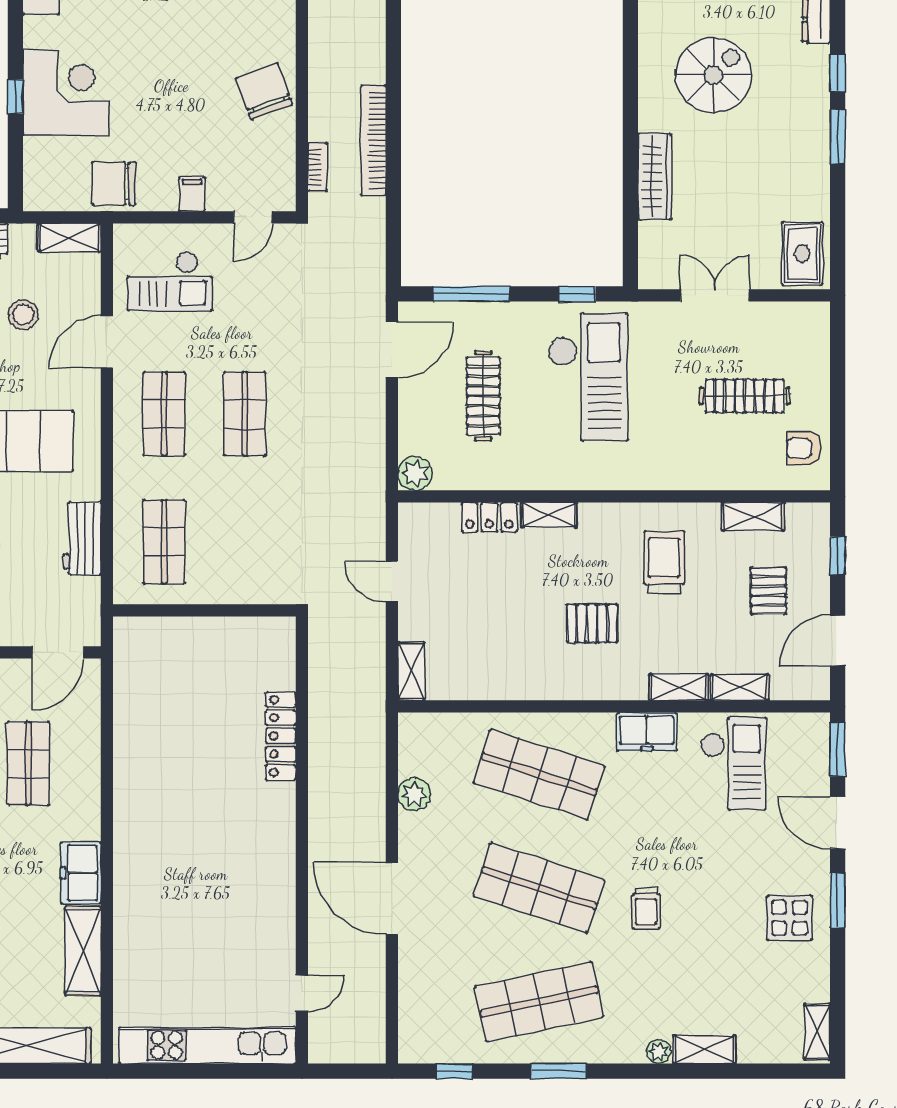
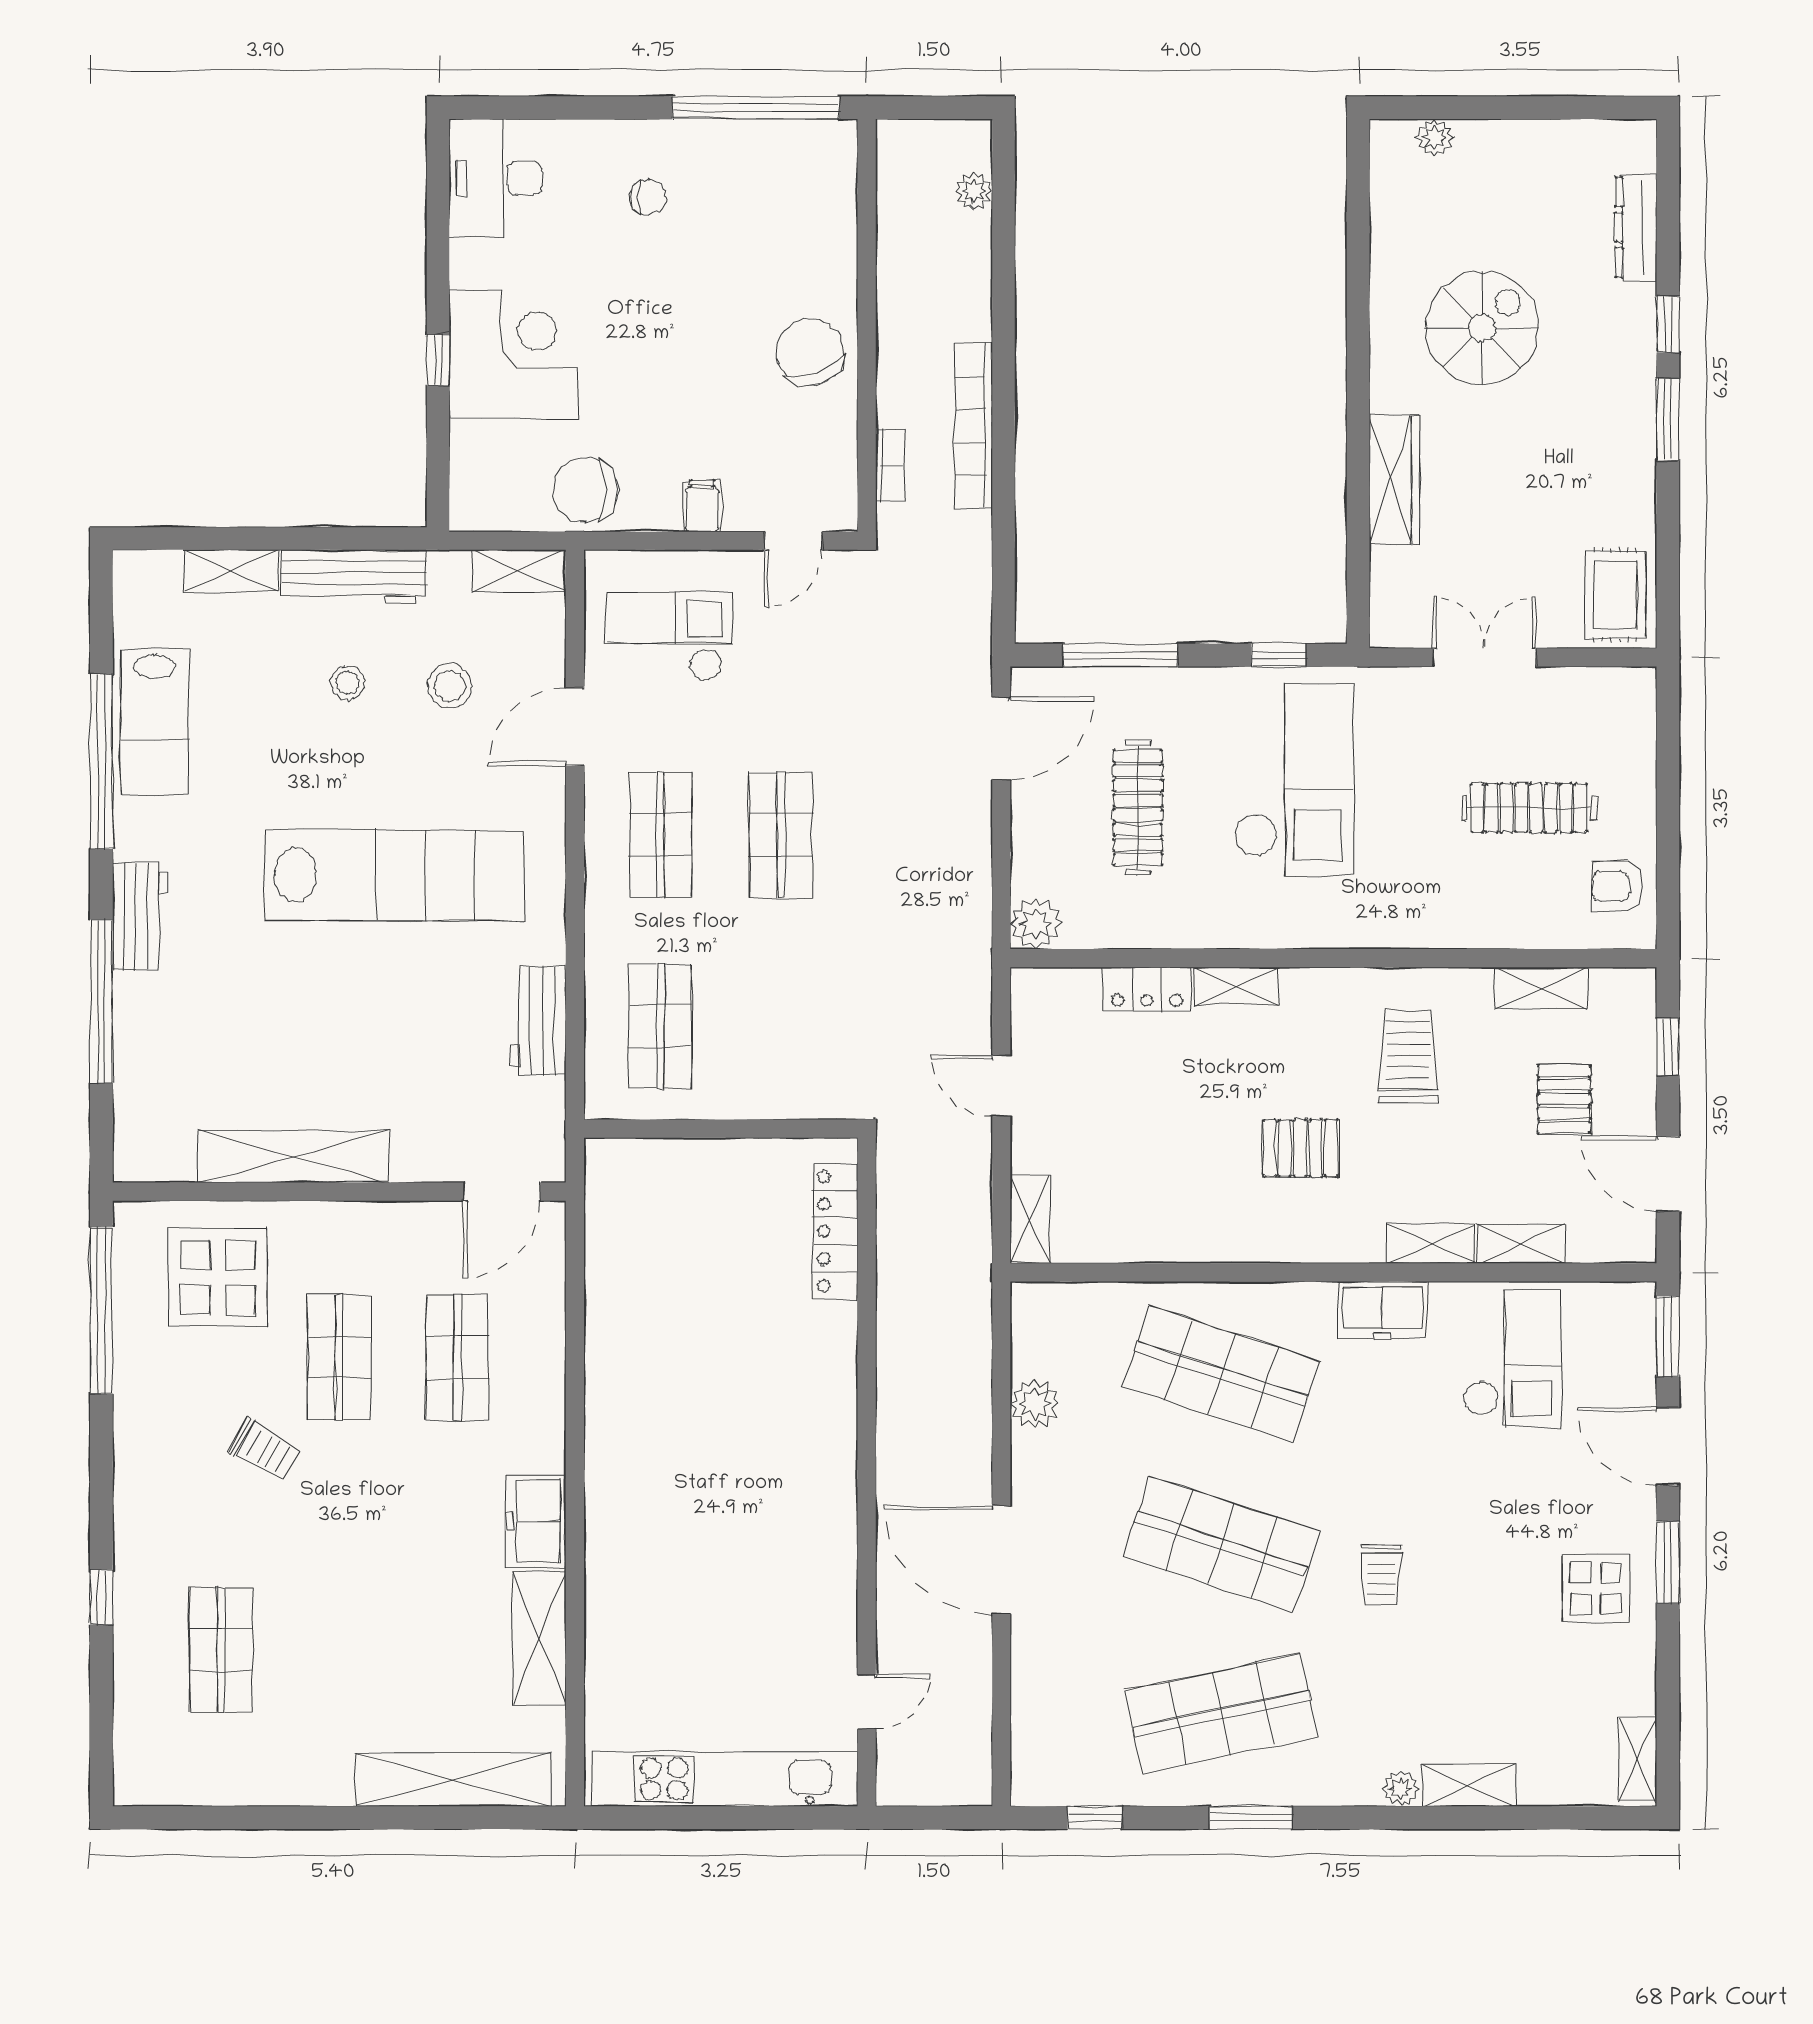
checkout: (170, 281) -> (669, 636), turned 180
door: (838, 641) -> (1668, 1174), hinge flipped
locker: (281, 736) -> (835, 1231), moved

